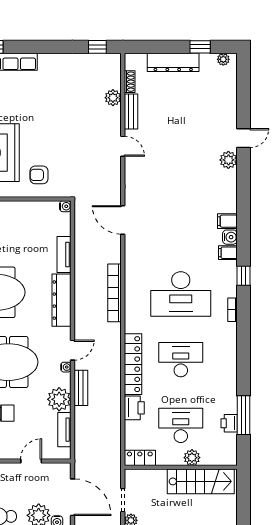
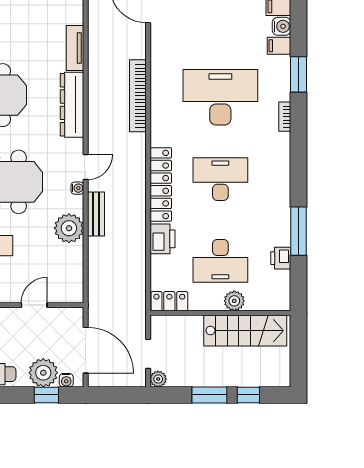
window: (244, 276) -> (298, 74), width x1.50
desk: (181, 294) -> (220, 97), turned 180
window: (244, 415) -> (298, 231), moved
desk: (181, 425) -> (220, 261), turned 180
tv unit: (64, 430) -> (75, 266), removed

